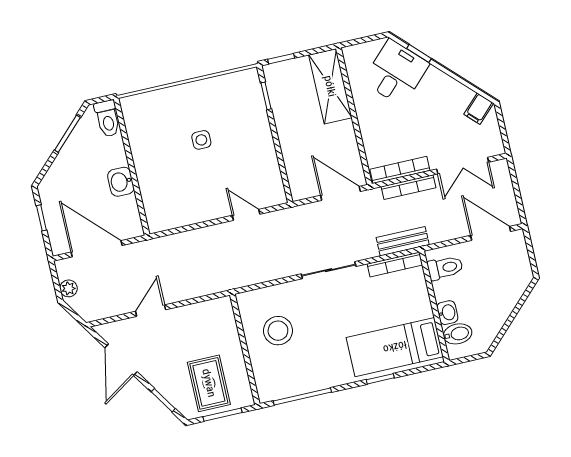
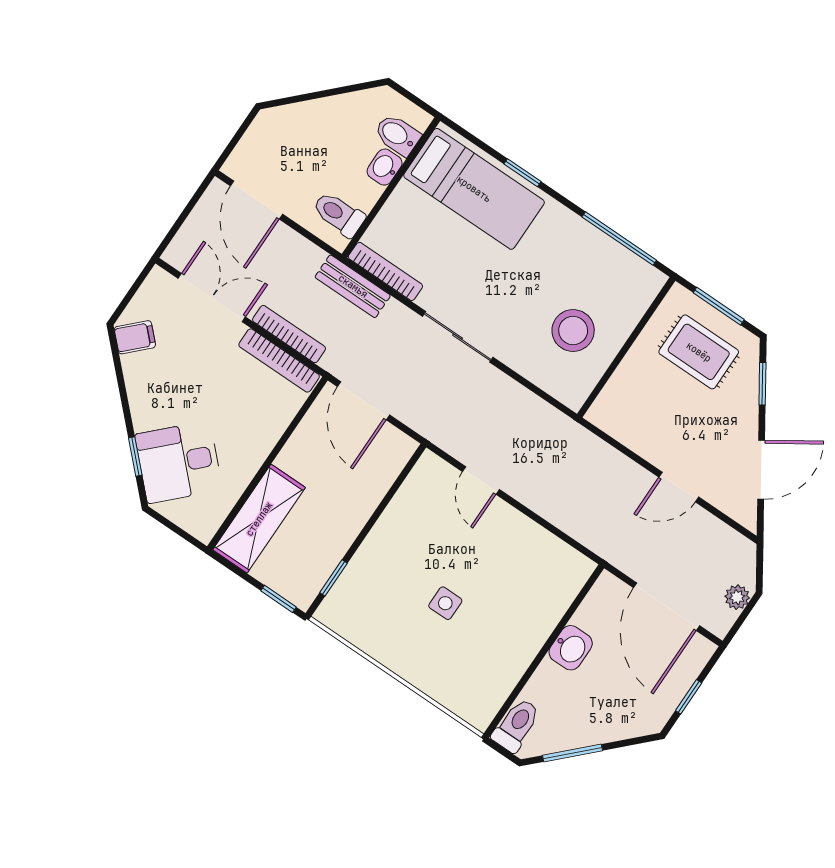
rug: (209, 383) -> (699, 352), turned 90

